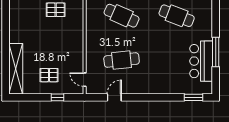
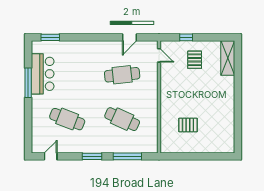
shelving: (16, 69) -> (228, 58), width x0.68
pallet: (49, 75) -> (195, 60), turned 90

